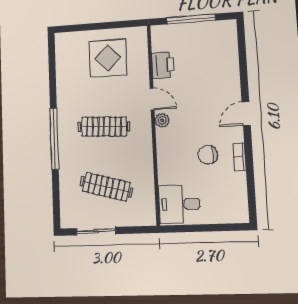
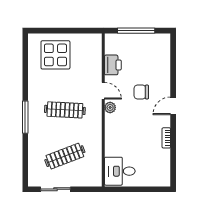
display table: (108, 58) -> (55, 55), moved
window: (54, 139) -> (25, 117), width x0.68
chair: (208, 155) -> (141, 92), moved
clothes rail: (106, 187) -> (65, 156), turned -36

